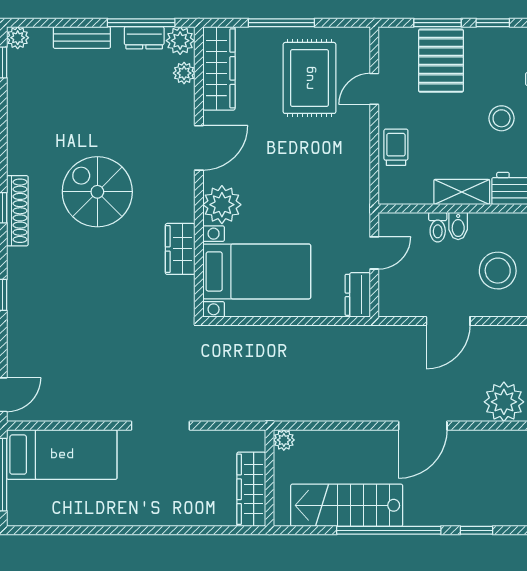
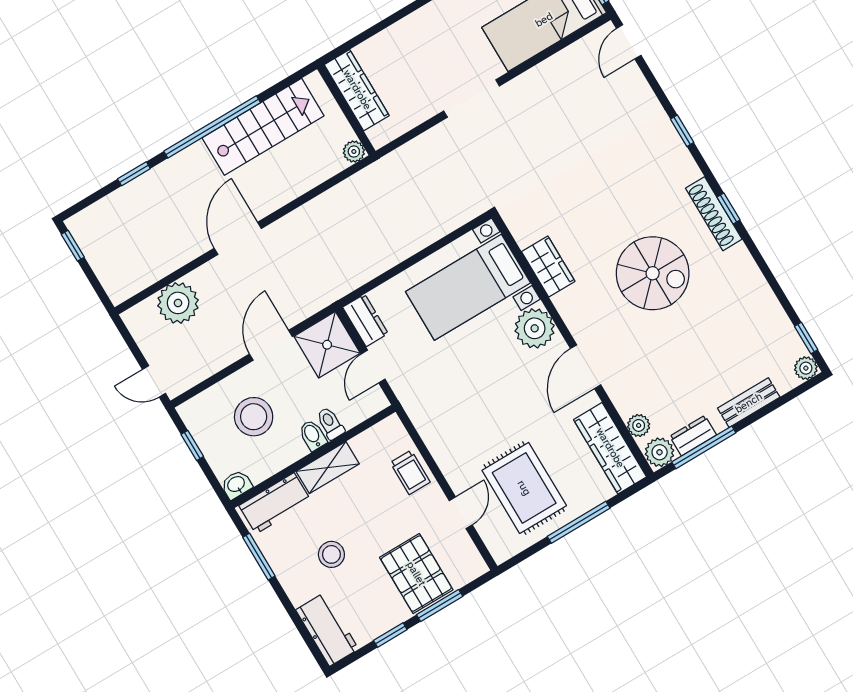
shower: (401, 294) -> (327, 345), added

